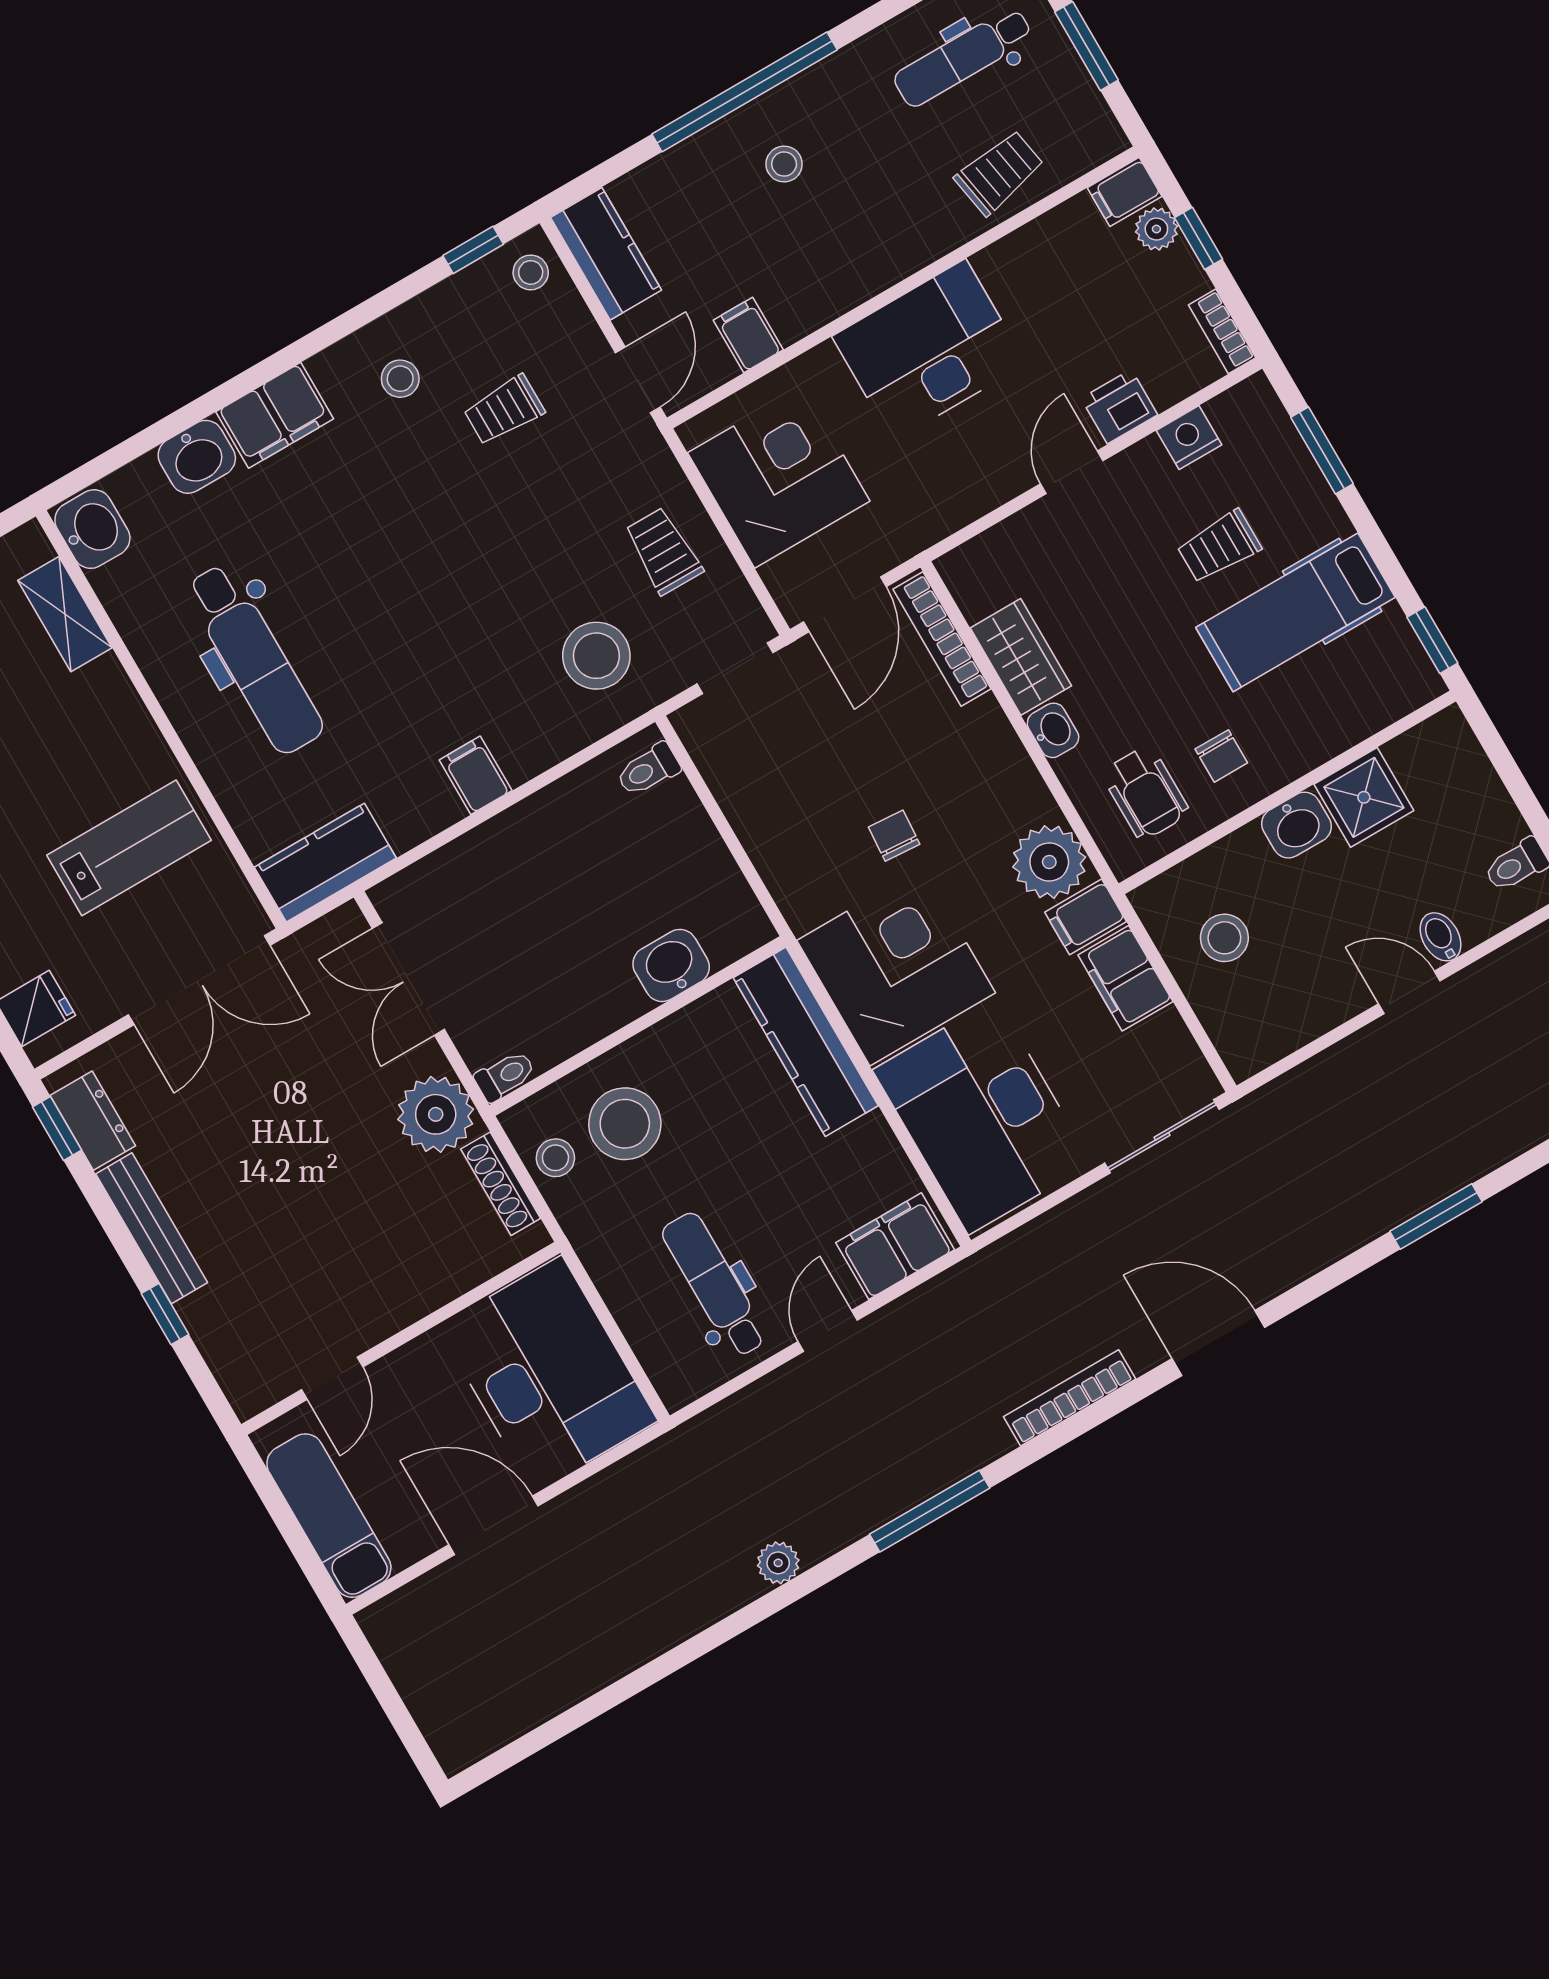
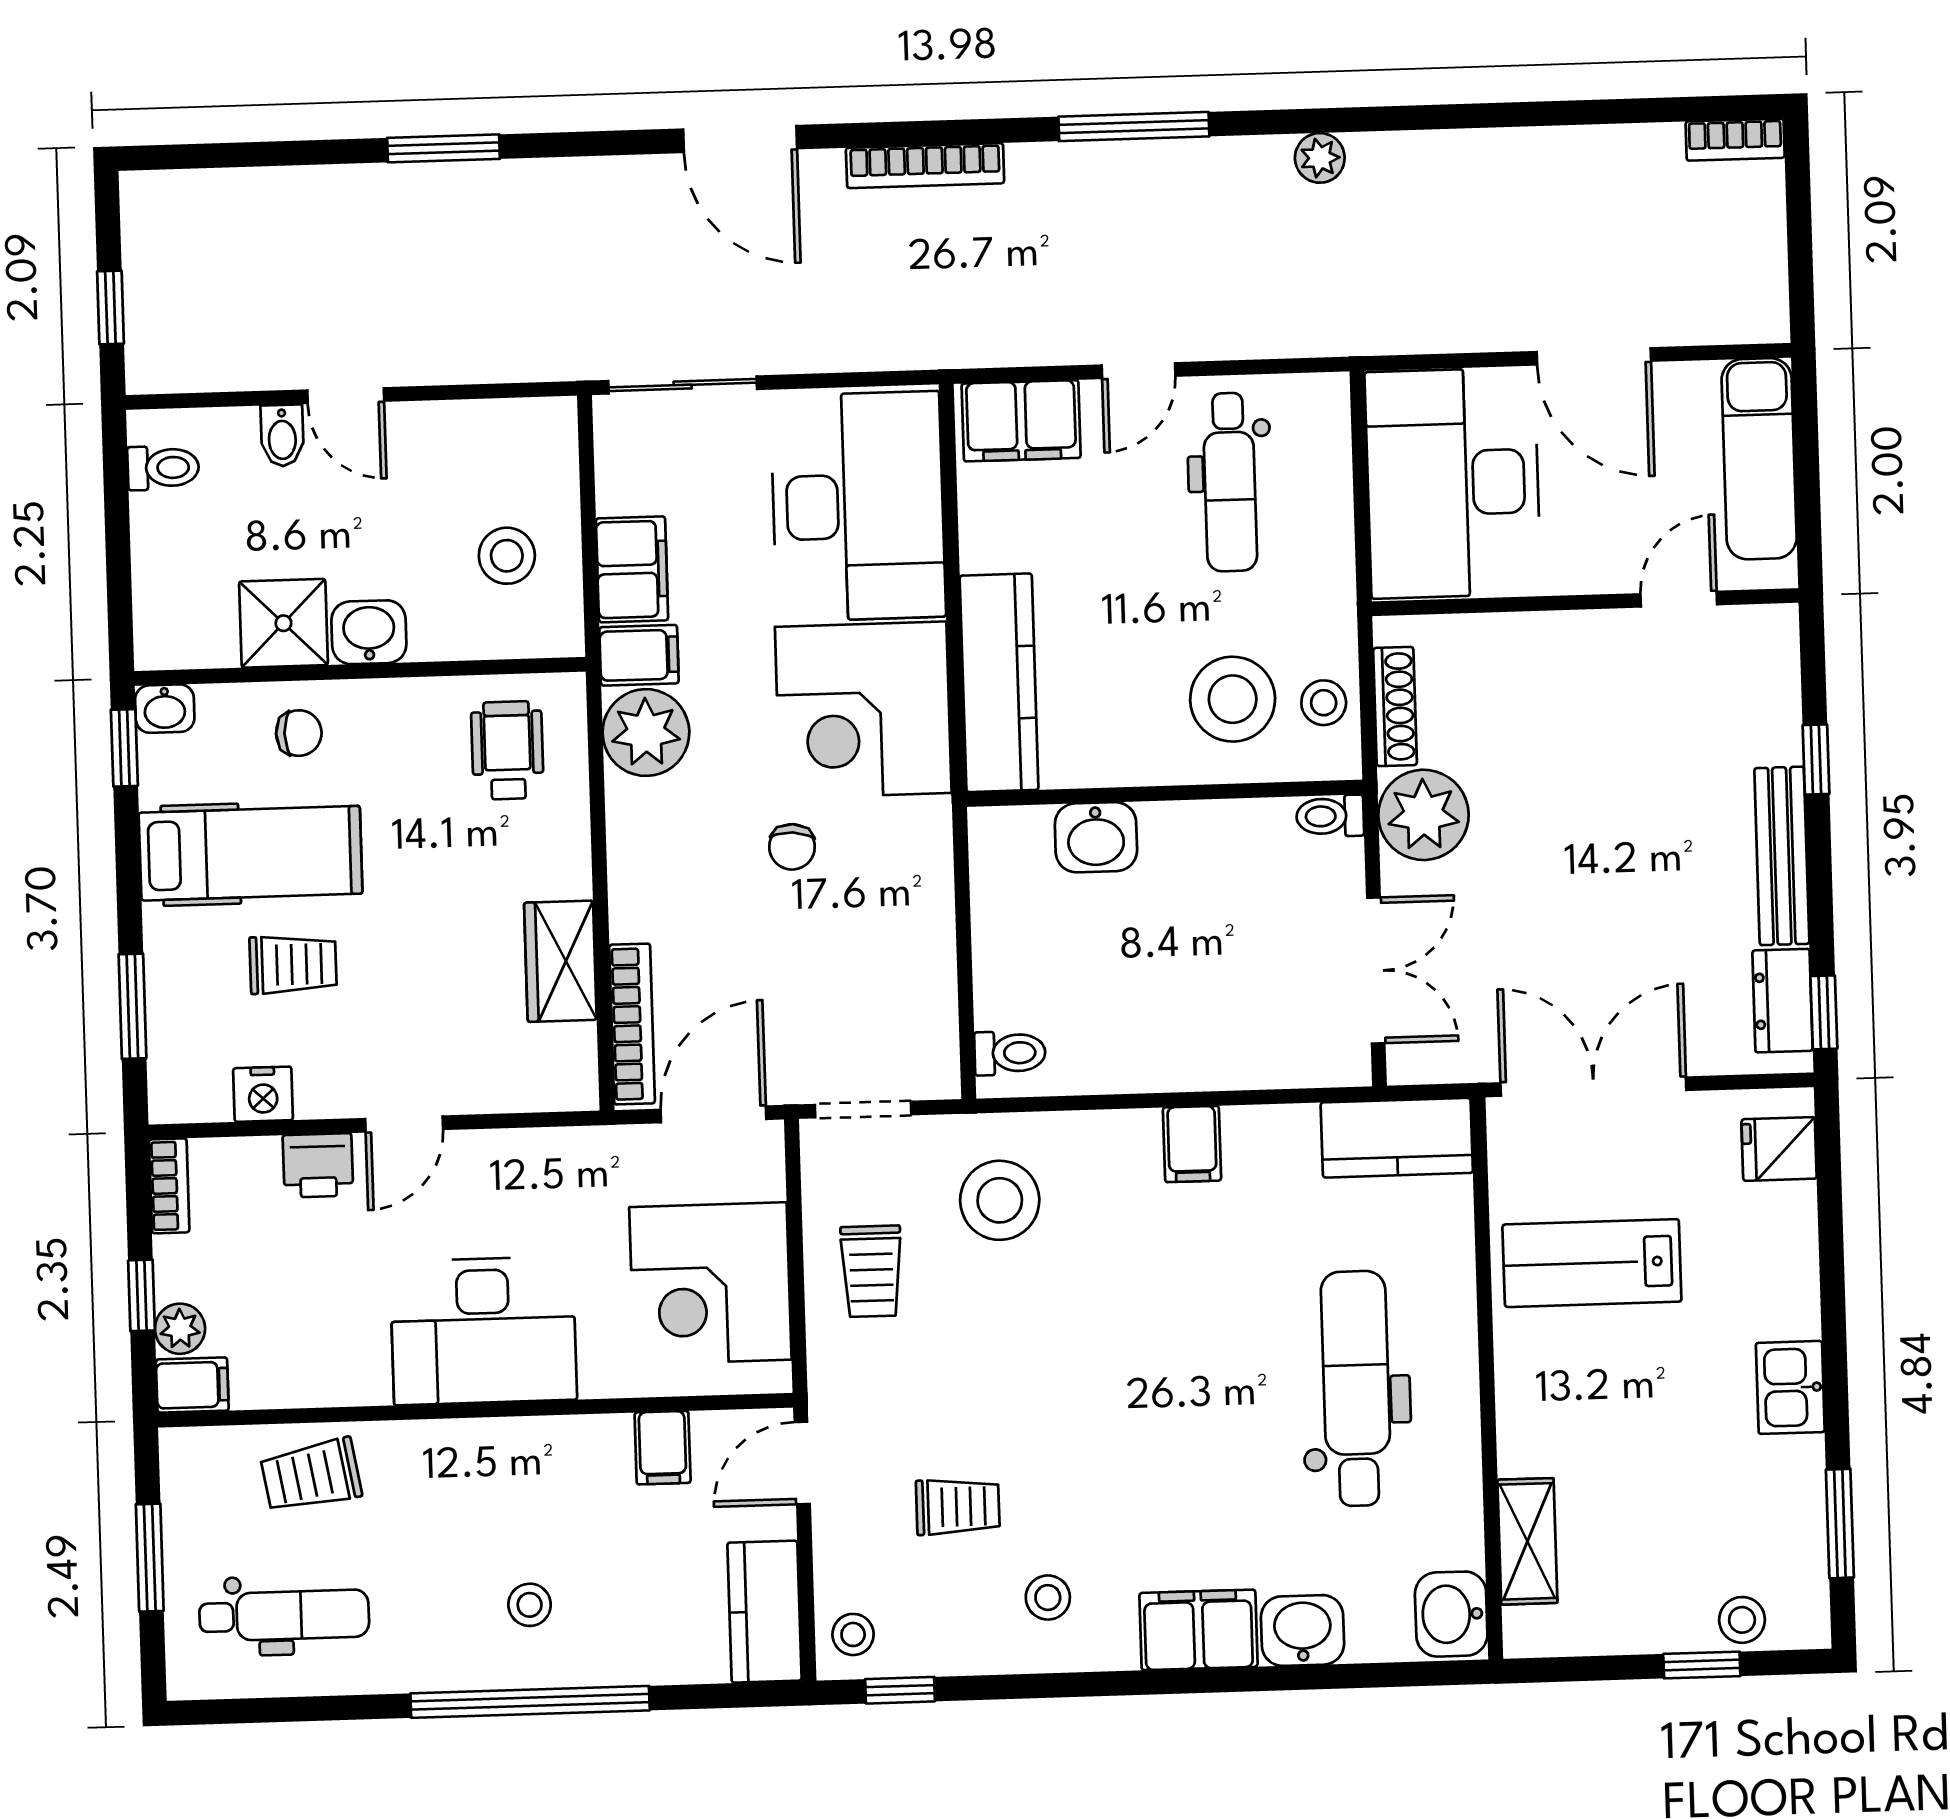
washbasin: (1053, 730) -> (165, 709), moved, turned -90
chair: (1221, 756) -> (299, 733), moved, turned 90
bookcase: (476, 1744) -> (1735, 140), added

